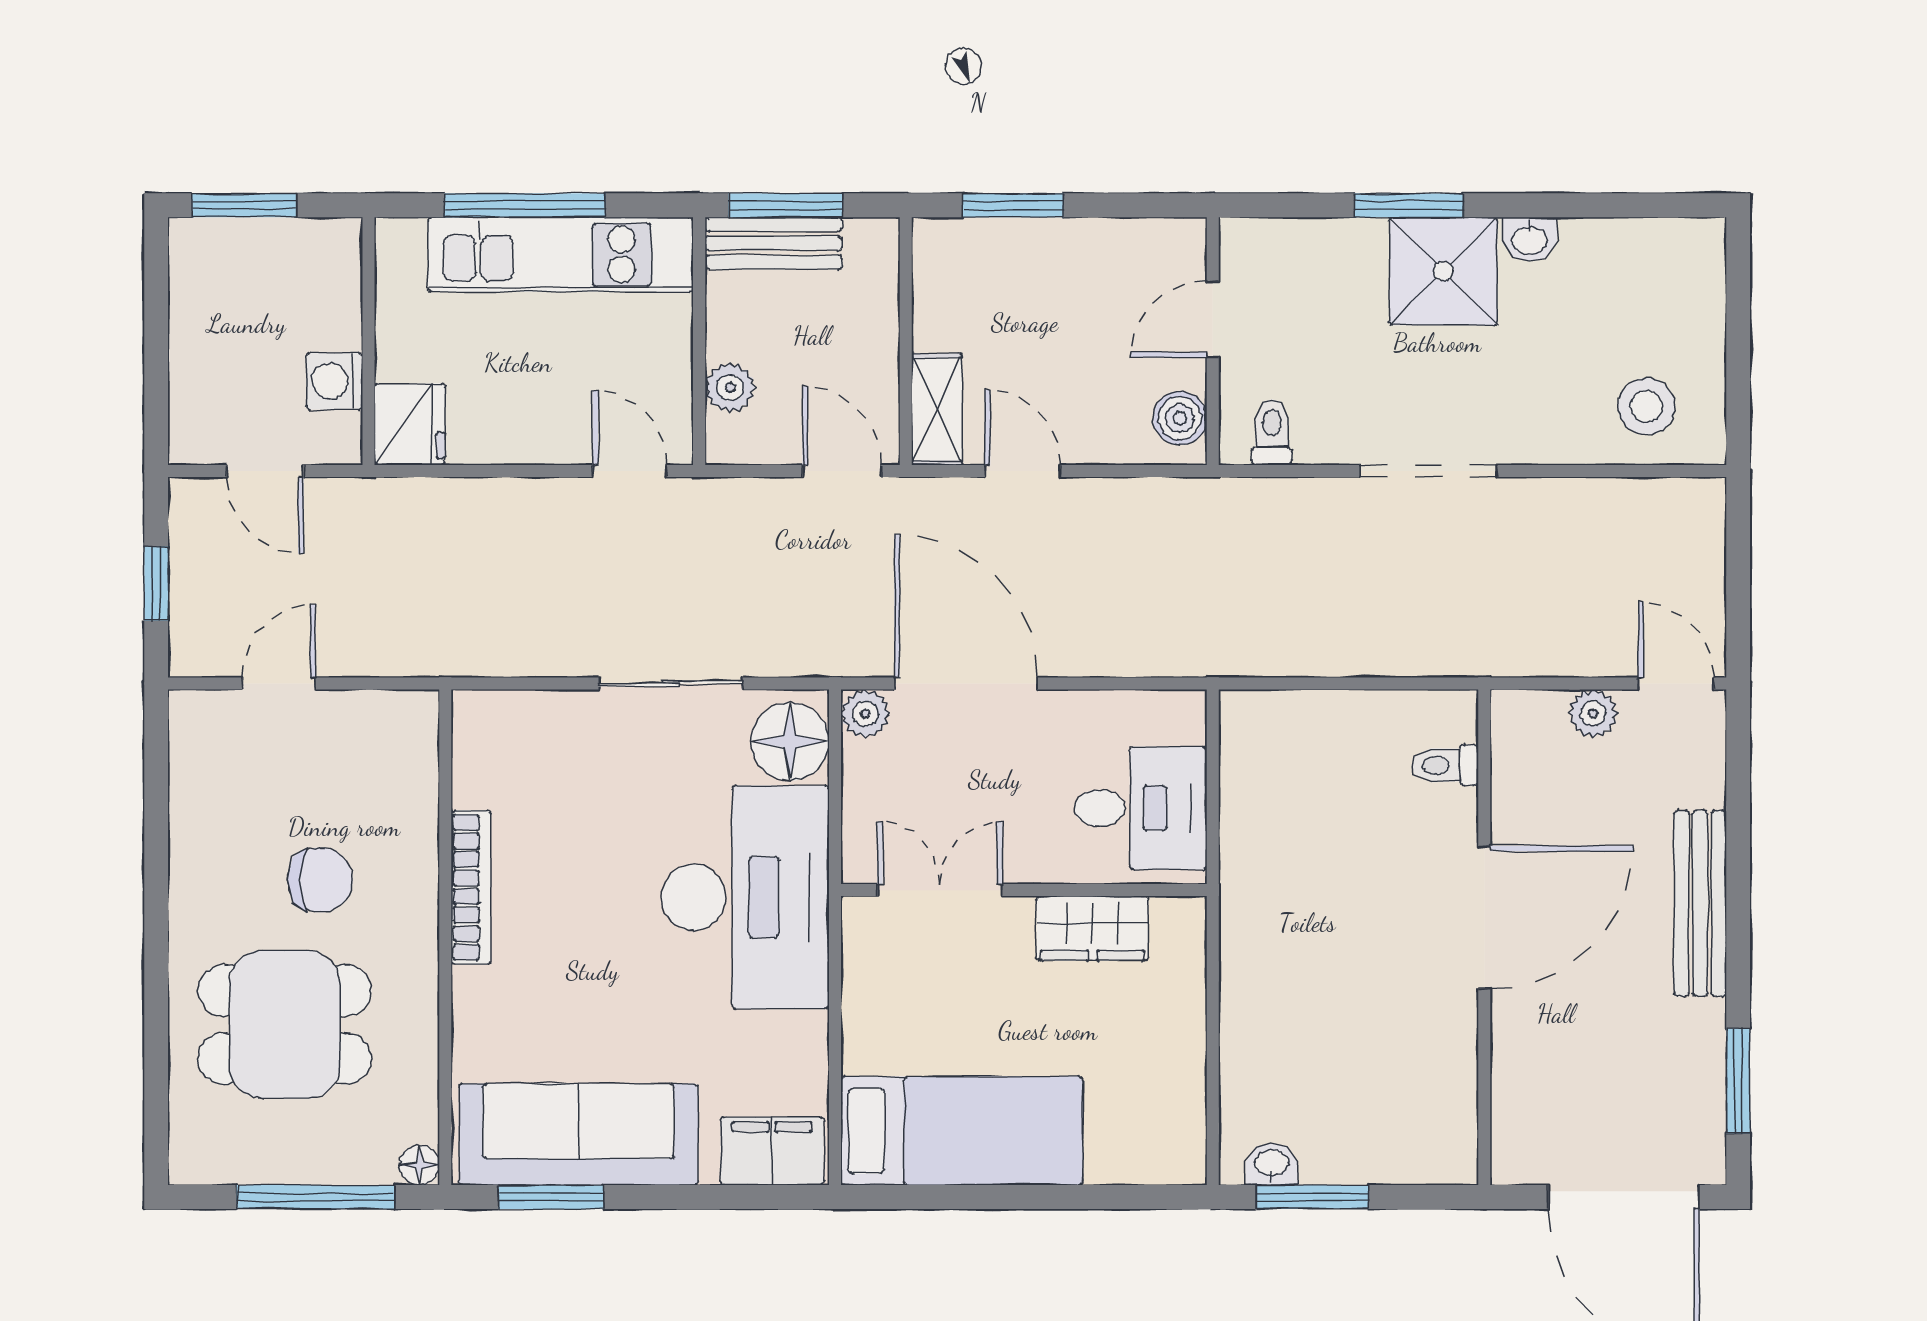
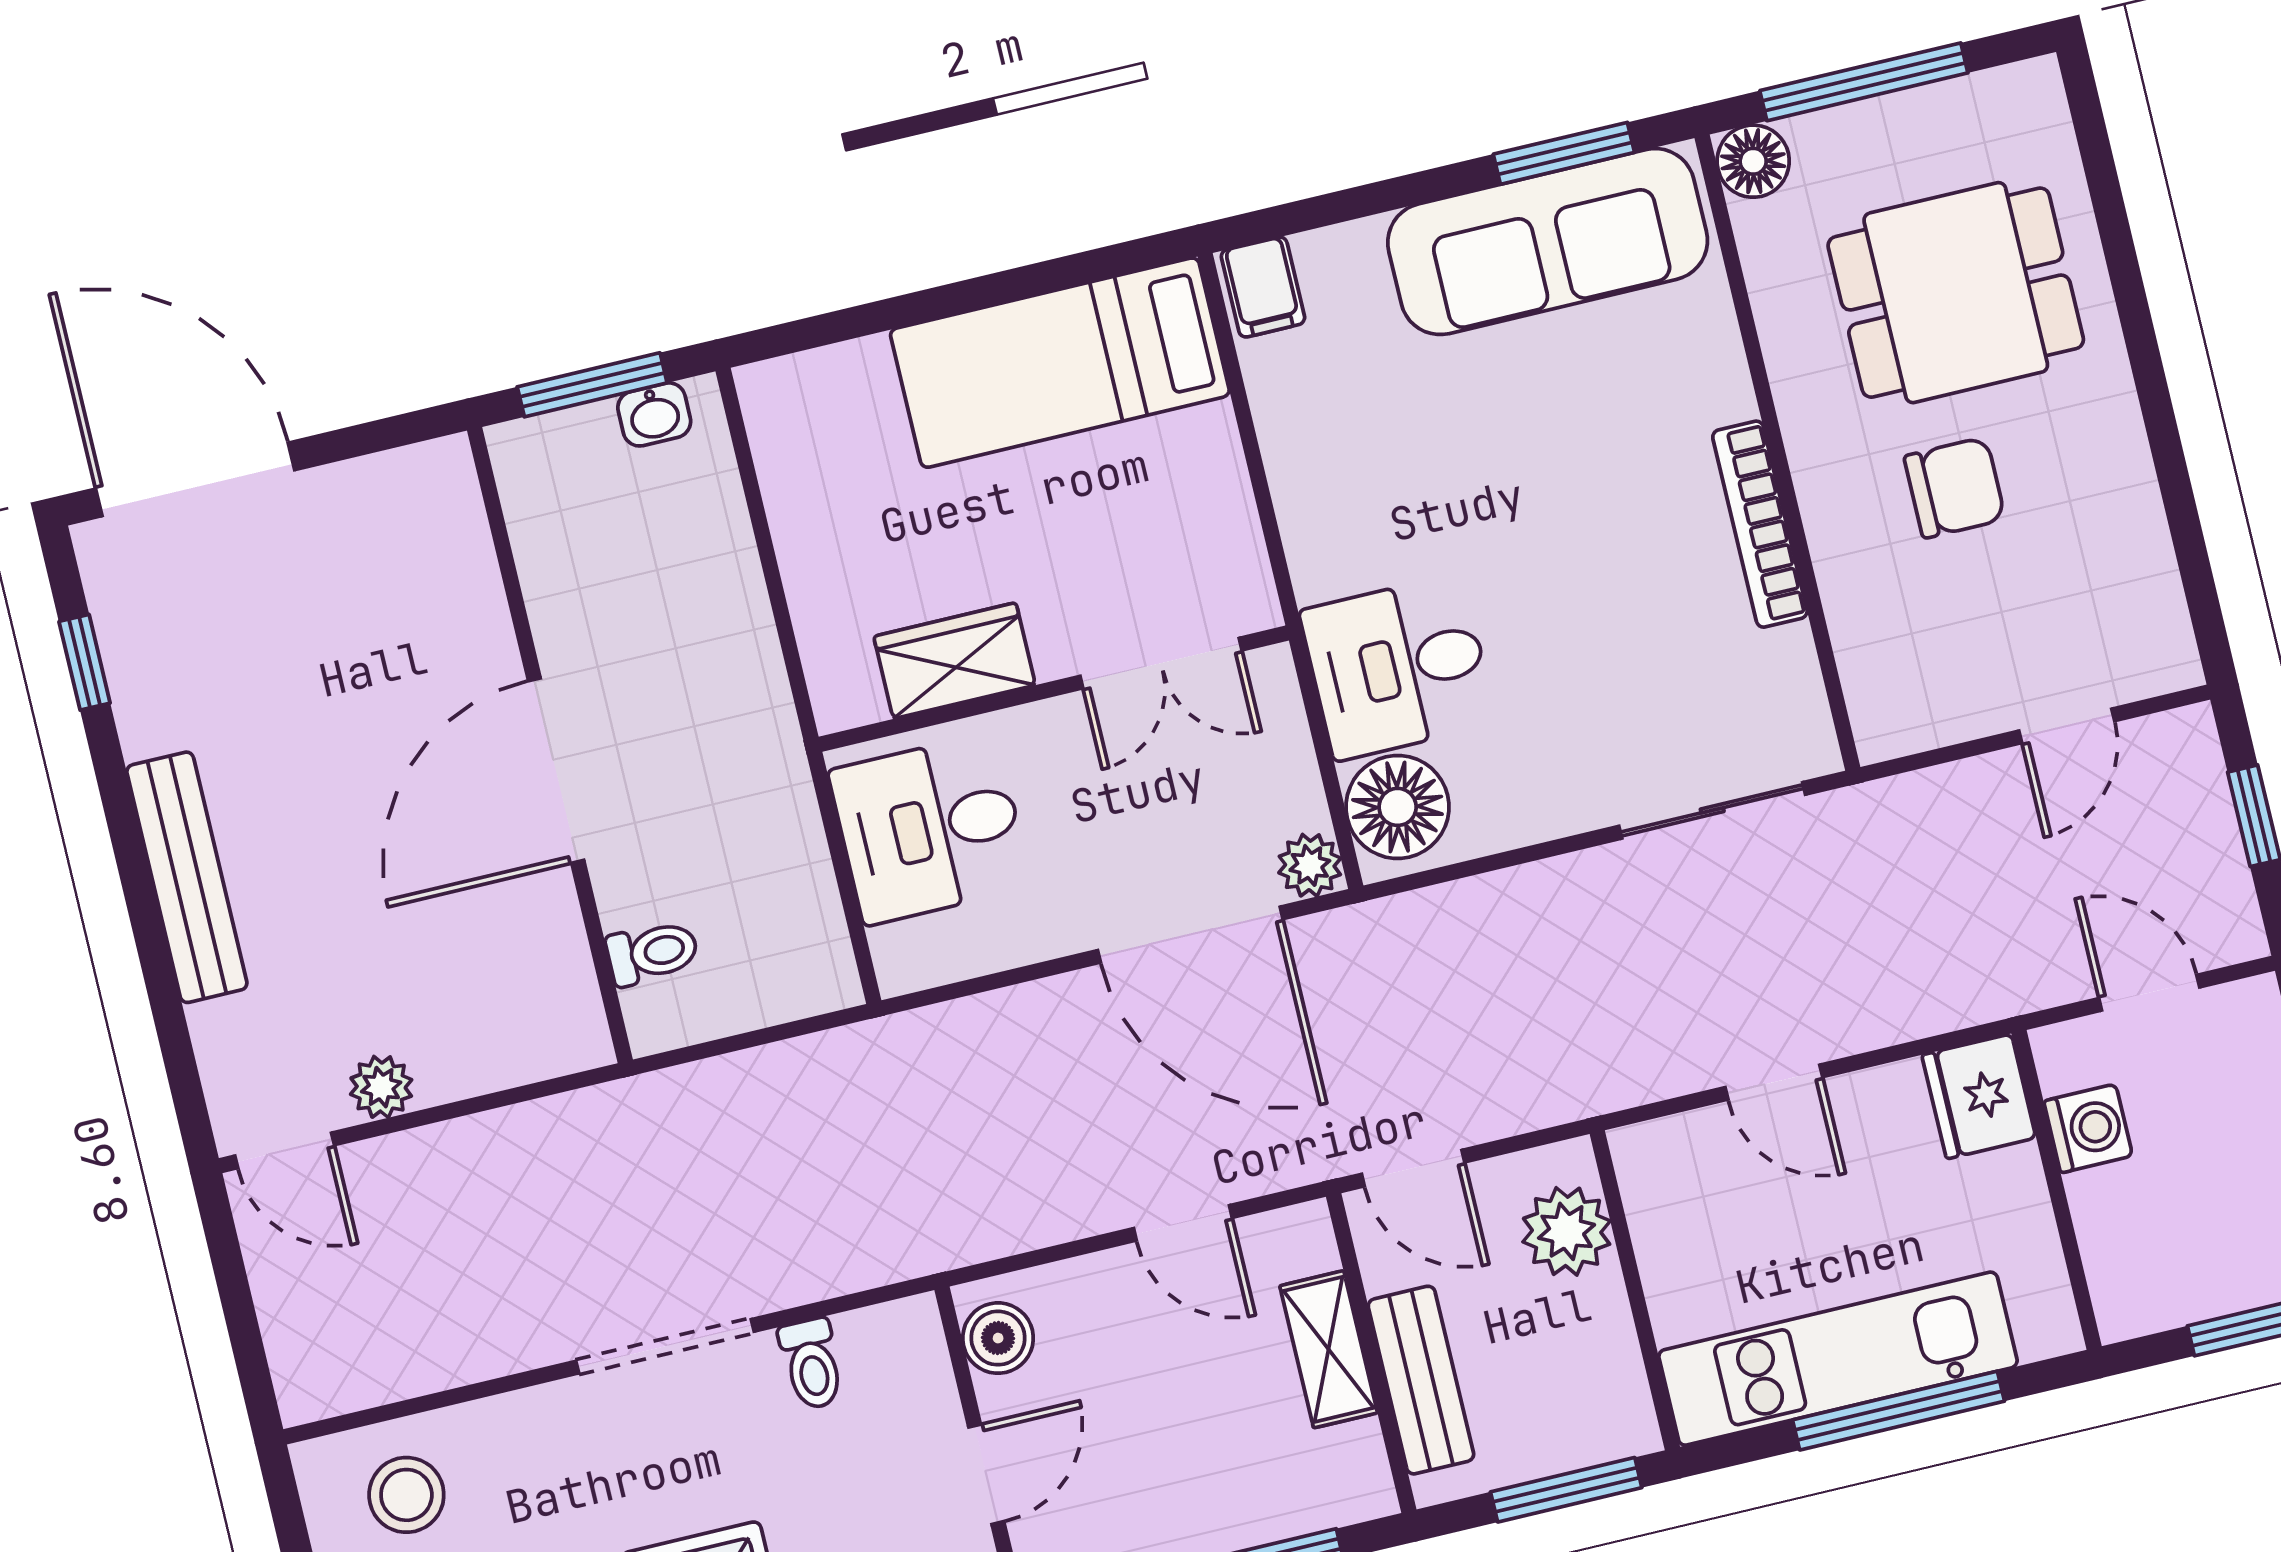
bench: (774, 243) -> (1421, 1380), moved, turned 90
plant: (730, 388) -> (1567, 1231), width x1.38, depth x1.38
shelving: (937, 409) -> (1329, 1349), moved
toilet: (1272, 432) -> (812, 1364), moved
door: (630, 471) -> (1774, 1082), moved
sliding door: (671, 683) -> (1712, 810), moved
toilet: (1445, 765) -> (652, 953), moved
chair: (320, 880) -> (1955, 488), turned 180
desk: (745, 897) -> (1398, 667), width x0.53, depth x0.77
door: (1484, 917) -> (556, 771), moved
wall: (1484, 937) -> (550, 745), moved
window: (1738, 1081) -> (85, 662), width x0.67
filing cabinet: (772, 1151) -> (1263, 287), width x0.50
floor lamp: (419, 1165) -> (1753, 161), width x1.37, depth x1.37

